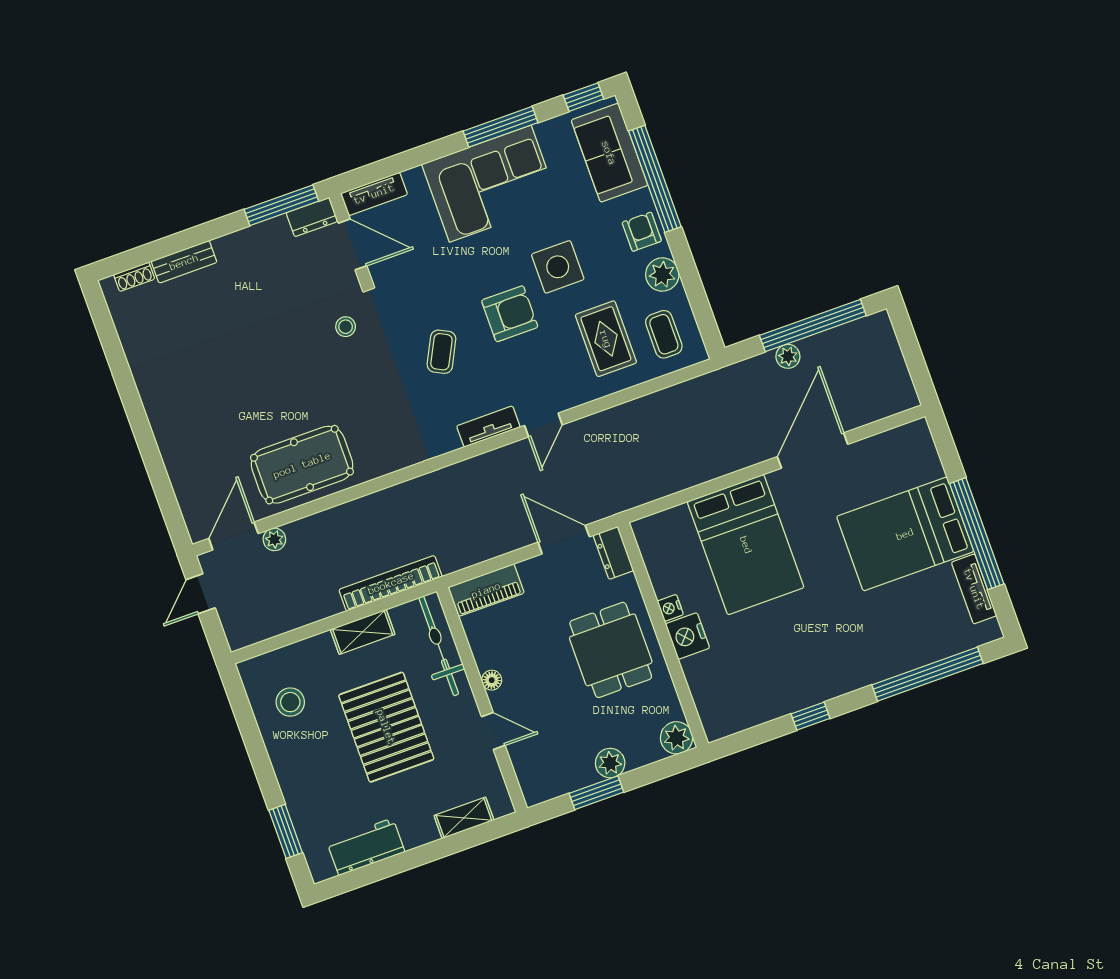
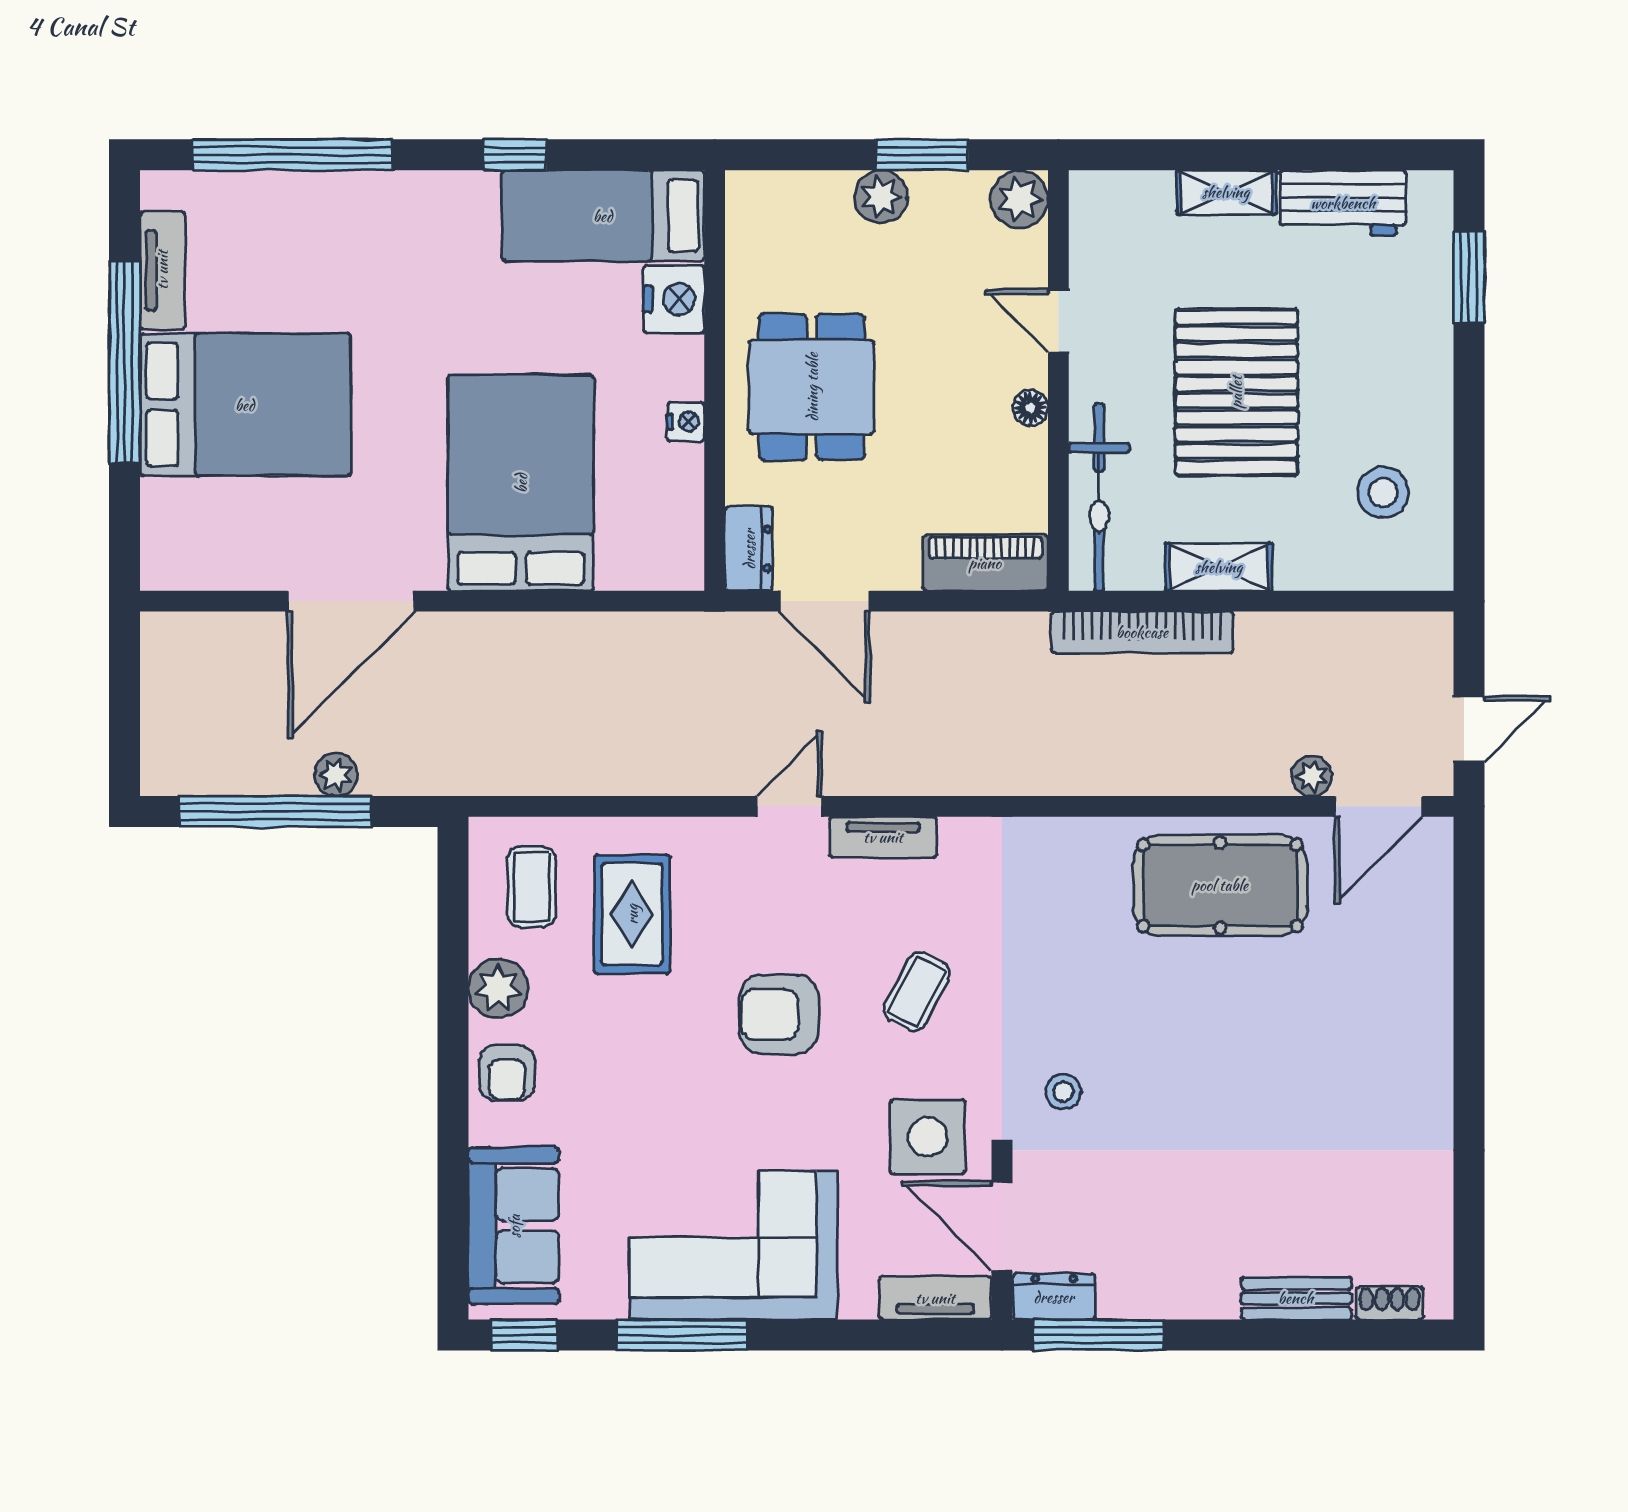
window: (655, 179) -> (453, 1154), removed
side table: (558, 267) -> (928, 1137), moved
nightstand: (687, 636) -> (674, 299), moved
bed: (752, 701) -> (603, 216), added
plant: (677, 738) -> (1019, 199), moved
shelving: (464, 818) -> (1226, 192), moved

